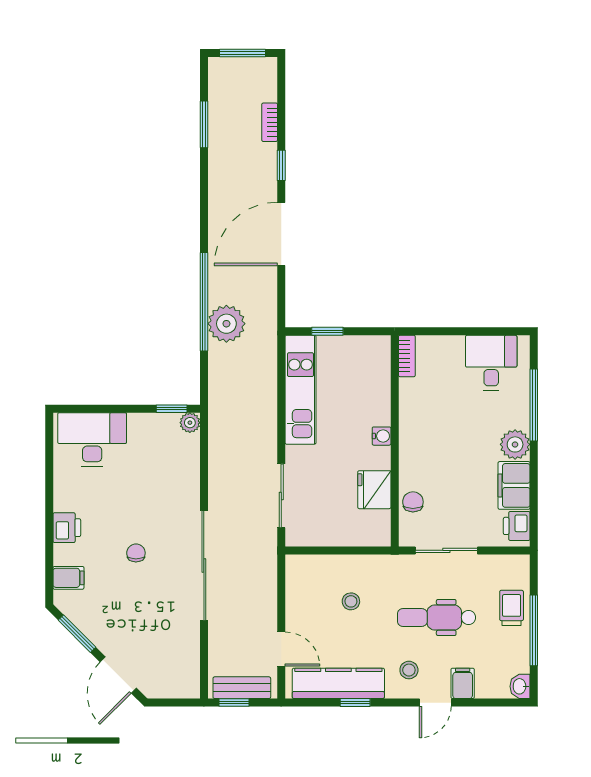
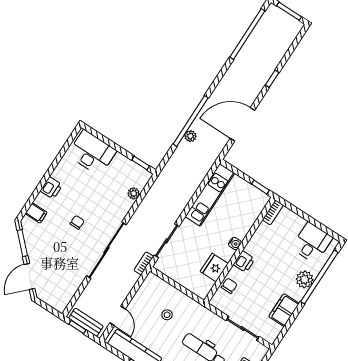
bookcase: (270, 122) -> (144, 263), moved
window: (204, 124) -> (247, 34), width x2.11
door: (281, 234) -> (242, 124), moved
plant: (226, 324) -> (190, 136), width x0.53, depth x0.53
window: (327, 331) -> (260, 187), moved
window: (534, 405) -> (319, 277), width x1.46
plant: (190, 423) -> (134, 193), moved
plant: (515, 444) -> (305, 279), moved
printer: (517, 526) -> (244, 262), moved, turned 180
sliding door: (446, 550) -> (243, 329), moved

